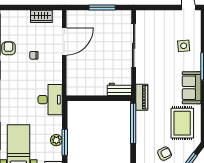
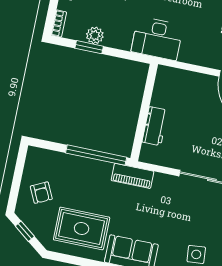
workbench: (119, 89) -> (155, 126), moved
window: (65, 142) -> (89, 47), width x0.69

